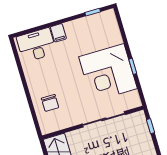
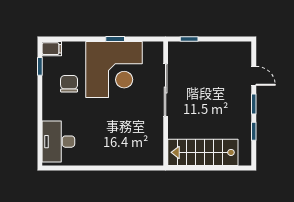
filing cabinet: (58, 33) -> (52, 49), moved
chair: (50, 103) -> (69, 84), moved, turned -90

